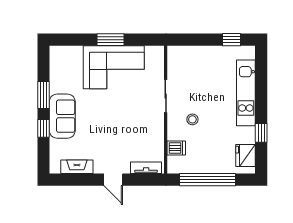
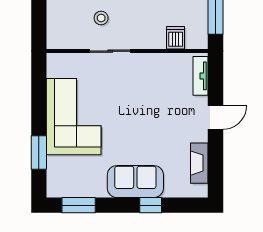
window: (110, 40) -> (39, 152), moved
window: (43, 95) -> (79, 205), moved
stool: (192, 119) -> (101, 18), moved

